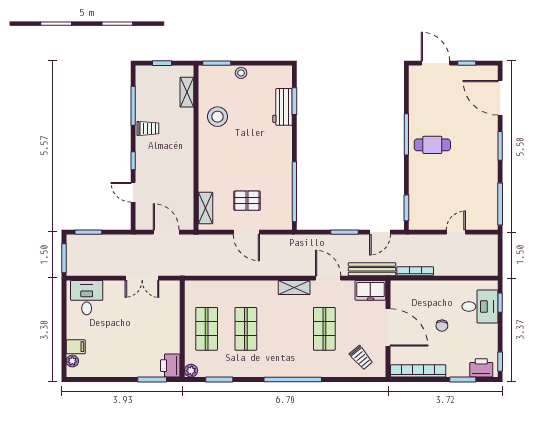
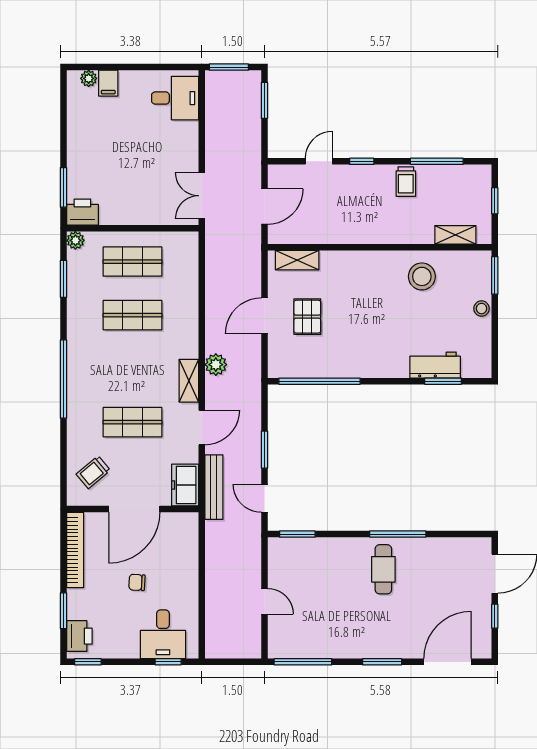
plant: (282, 268) -> (216, 365), added
bookcase: (415, 271) -> (211, 546), removed
double door: (142, 278) -> (202, 196), moved

